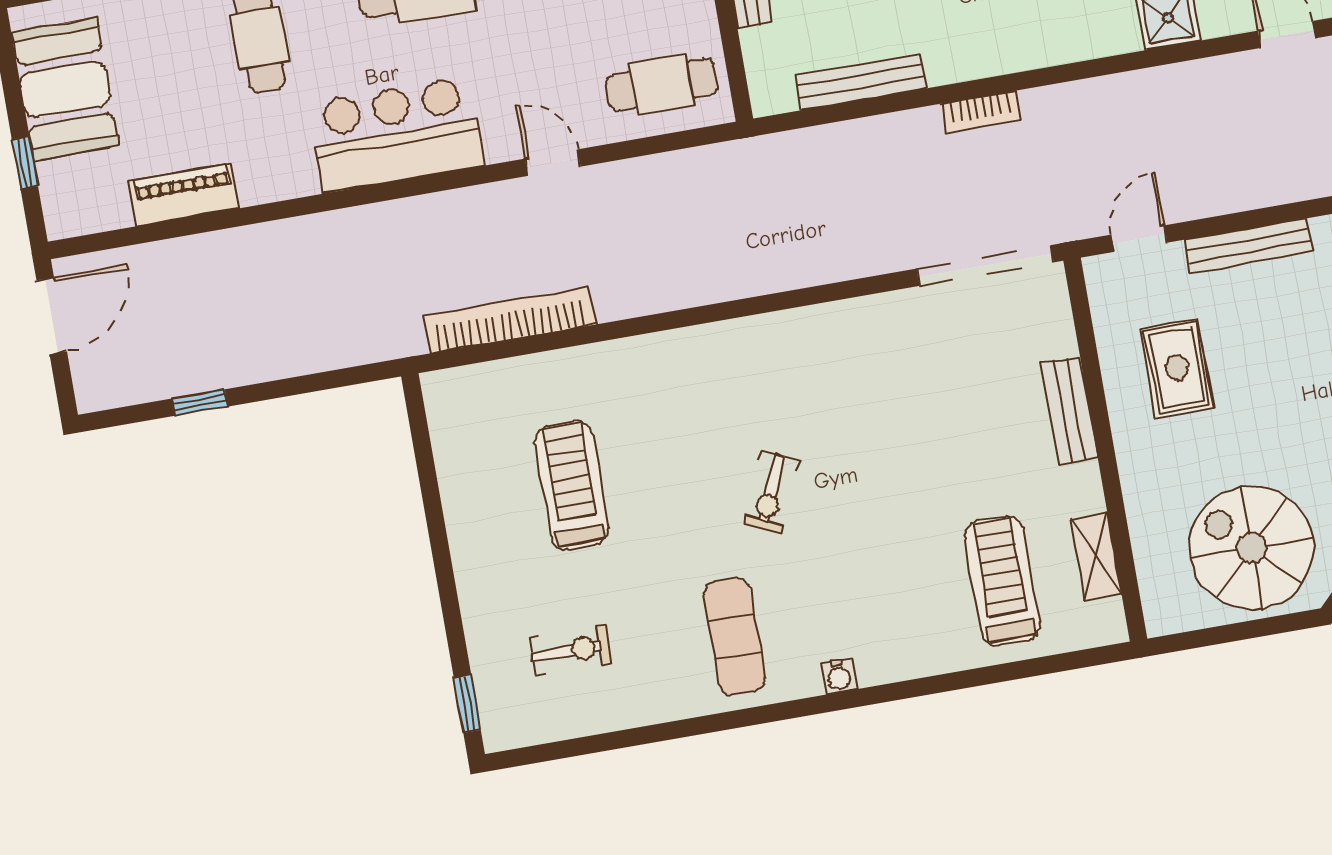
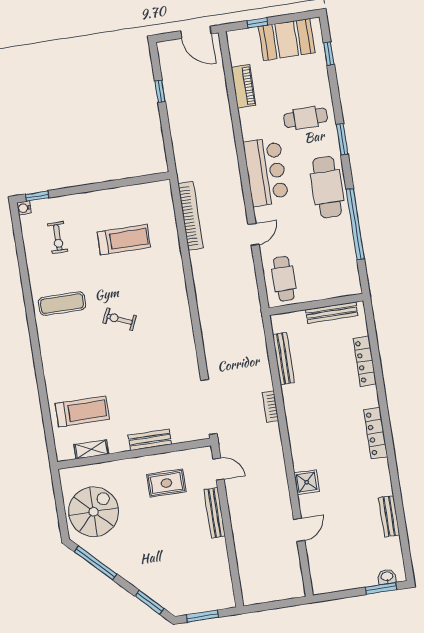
water cooler: (839, 676) -> (24, 208), moved

